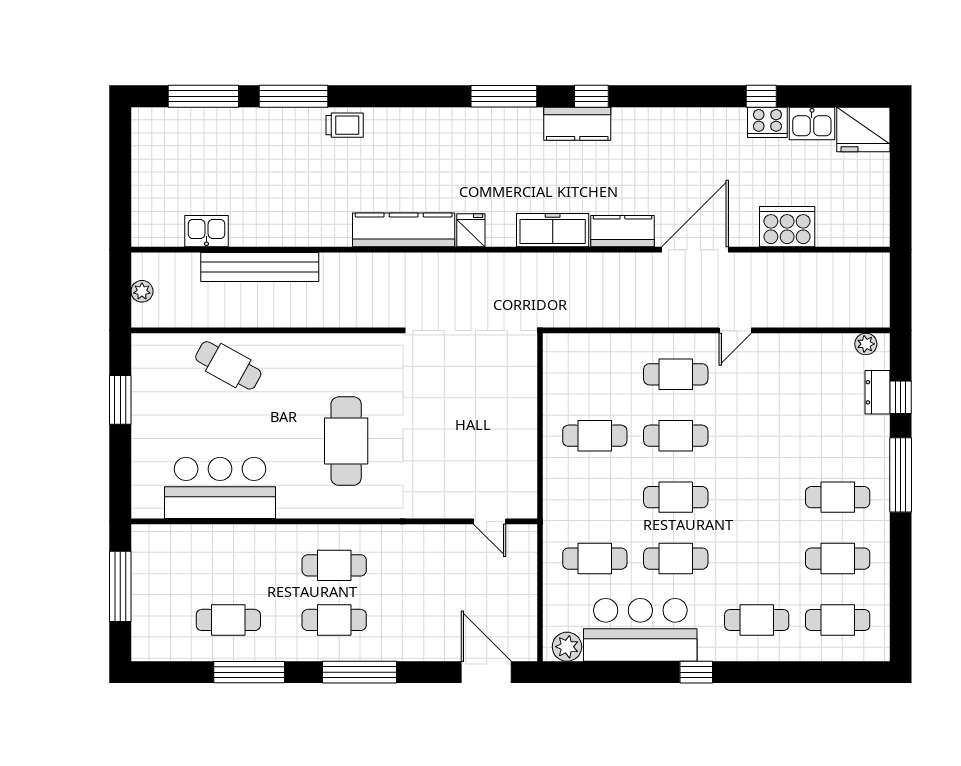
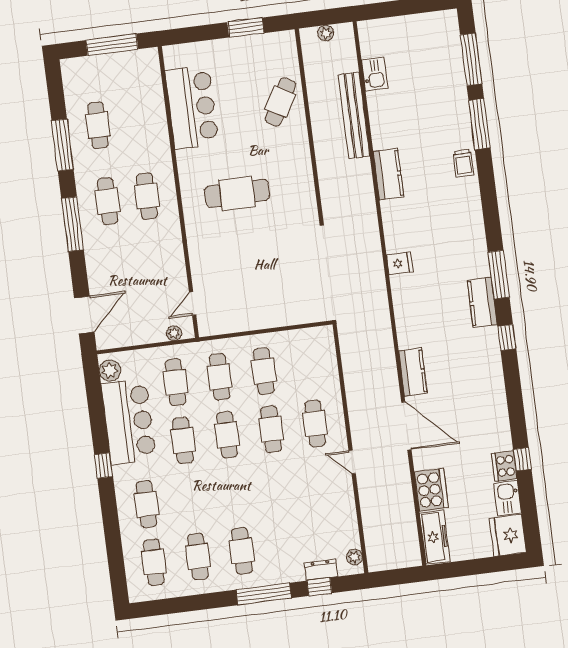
kitchen counter: (577, 124) -> (482, 302), moved
kitchen counter: (404, 230) -> (388, 174), moved, width x0.67
freezer: (553, 230) -> (435, 537), moved
cafe table: (595, 497) -> (220, 377), added
plant: (527, 552) -> (174, 333), added

